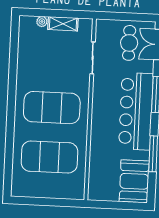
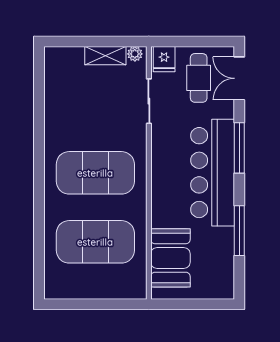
plant: (42, 21) -> (135, 54), moved
fridge: (105, 28) -> (164, 59), added
booth: (134, 181) -> (170, 258), moved

